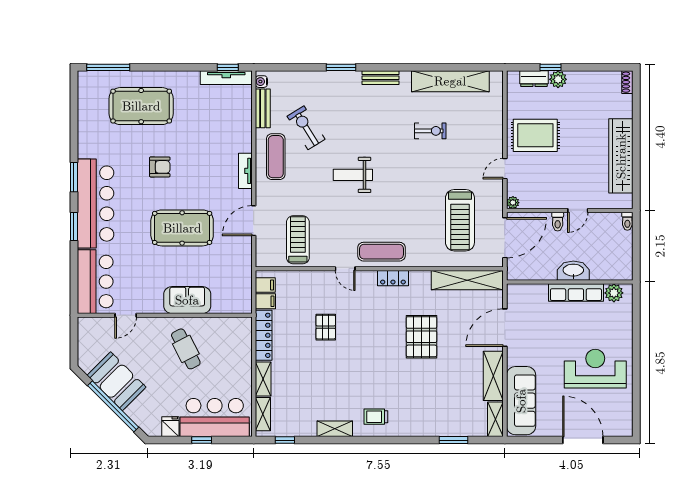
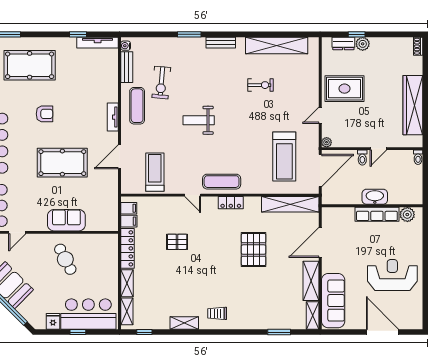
window: (228, 67) -> (78, 34), moved
exercise bike: (306, 128) -> (161, 83), turned -143
pallet: (326, 327) -> (177, 242), turned 90

